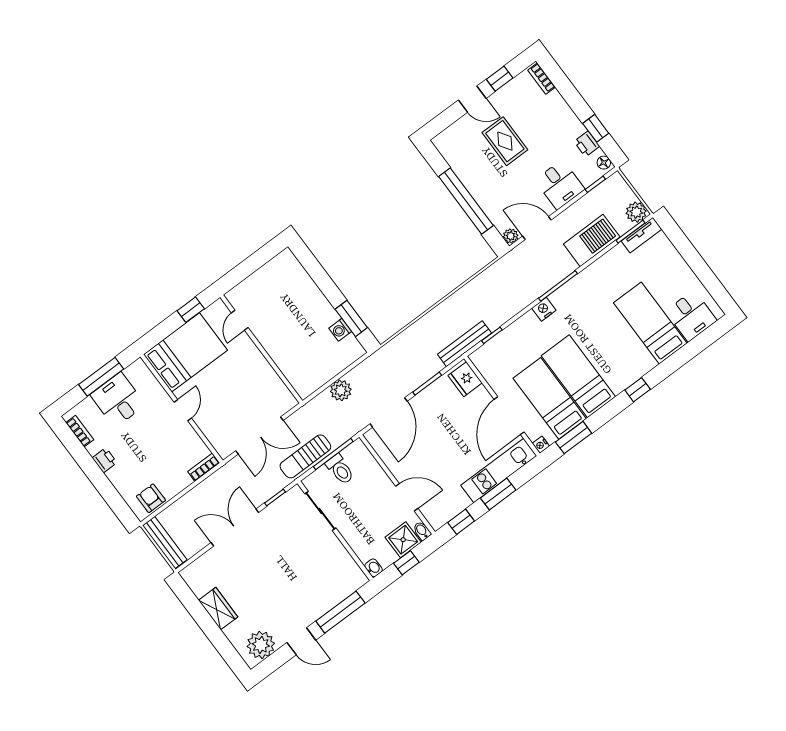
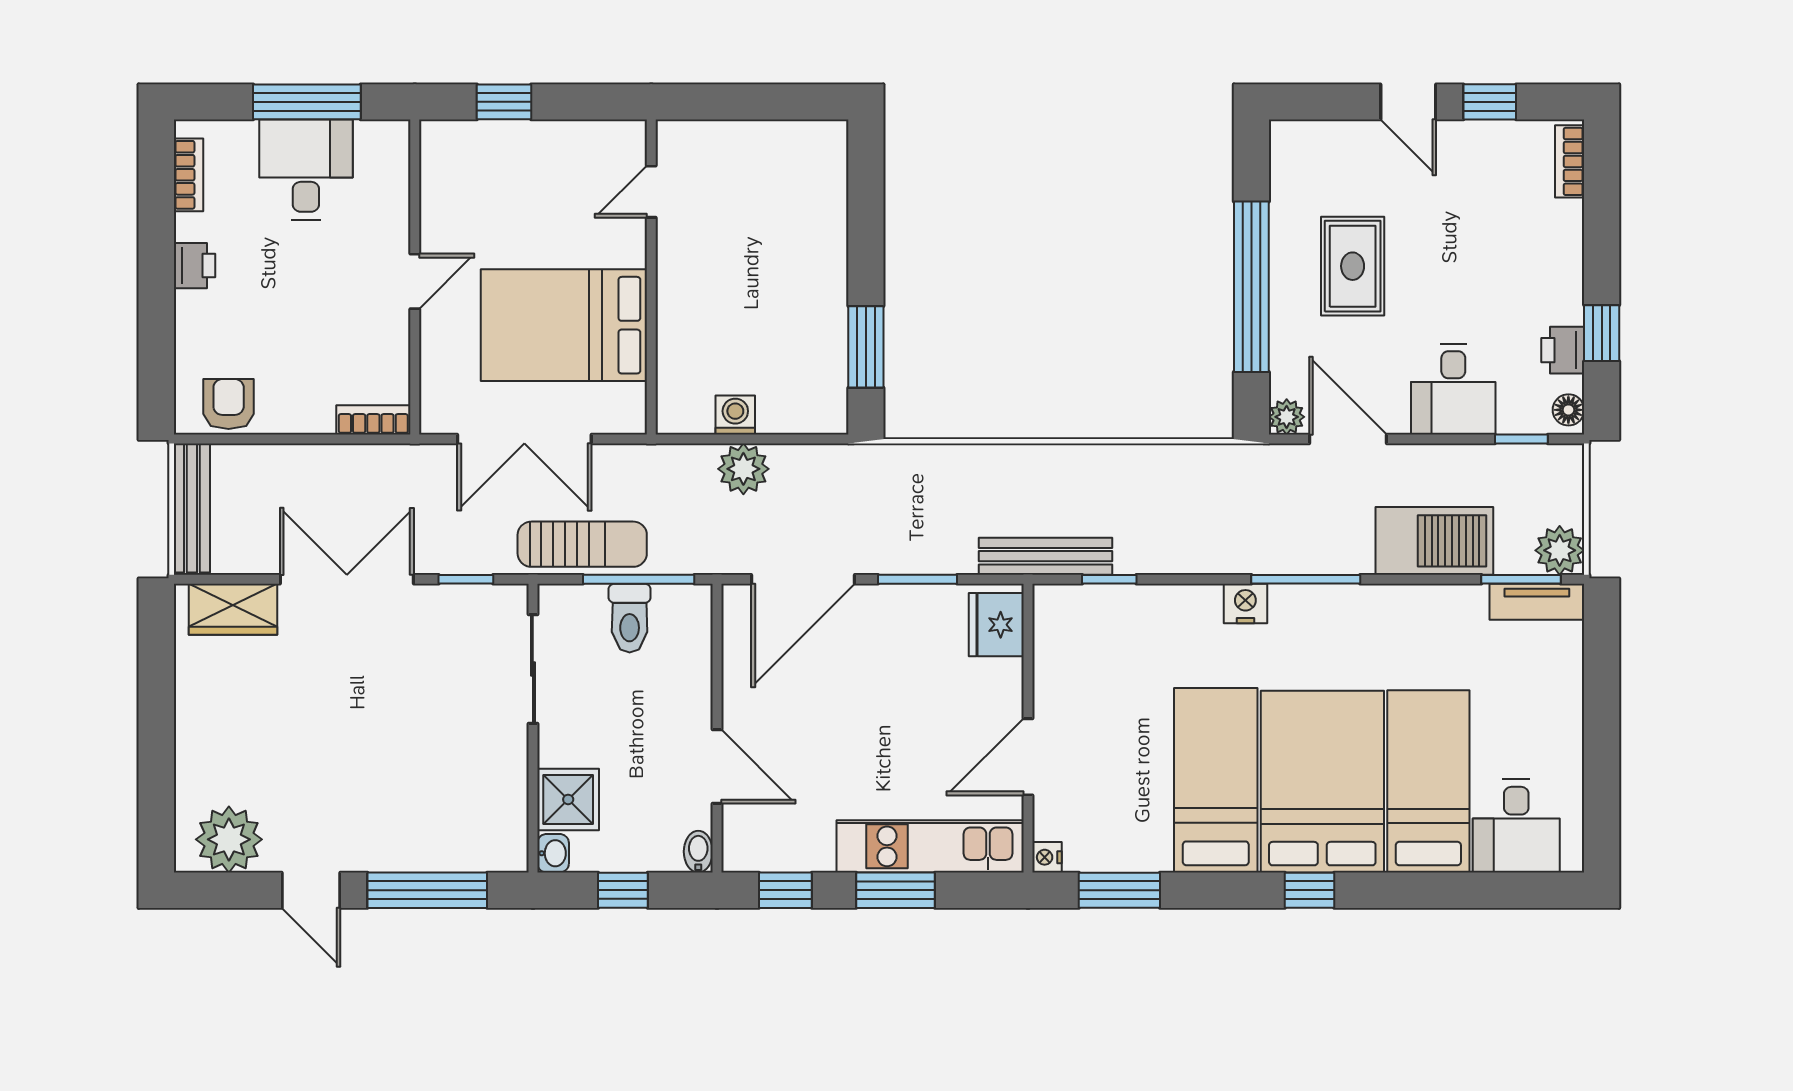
rug: (505, 141) -> (1353, 266), moved
window: (191, 310) -> (504, 102), moved
washing machine: (340, 330) -> (735, 415), moved, turned 90
bed: (185, 352) -> (564, 325), moved, turned 180
bed: (550, 398) -> (1322, 782), moved, width x1.50
door: (509, 416) -> (1028, 757), width x0.73
sun lounger: (305, 456) -> (582, 544), turned 180
shower: (403, 540) -> (568, 799), moved
wardrobe: (218, 609) -> (233, 609), moved, turned 90

